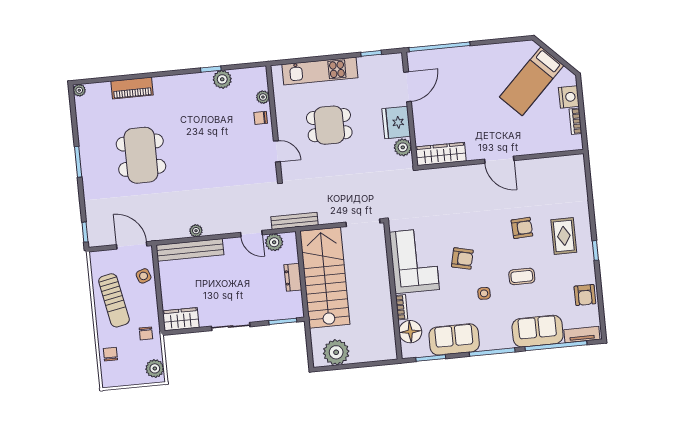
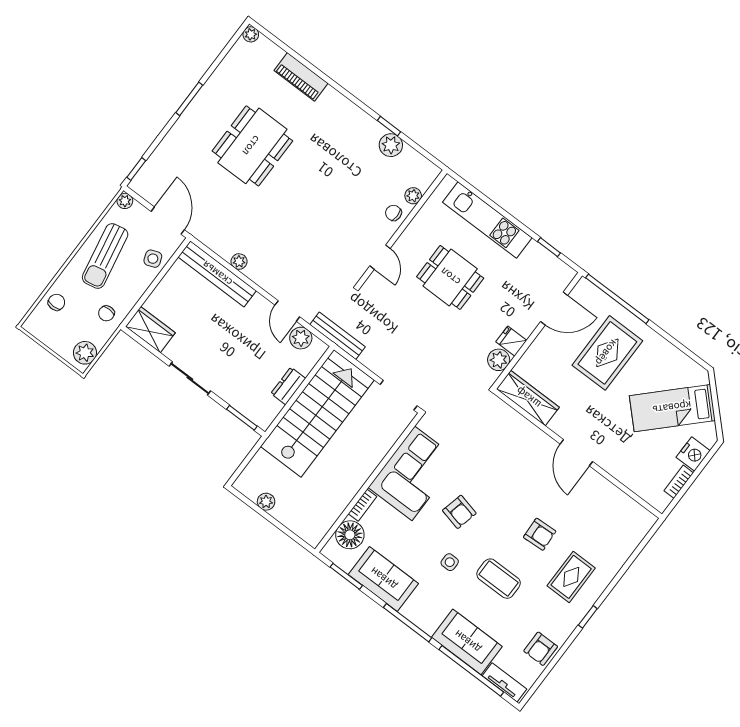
rug: (463, 84) -> (607, 353), added
fridge: (396, 123) -> (511, 341), width x0.53, depth x0.75
plant: (96, 257) -> (125, 201), added
coffee table: (522, 276) -> (499, 579), width x1.36, depth x1.30
plant: (336, 352) -> (266, 502), width x0.53, depth x0.53

